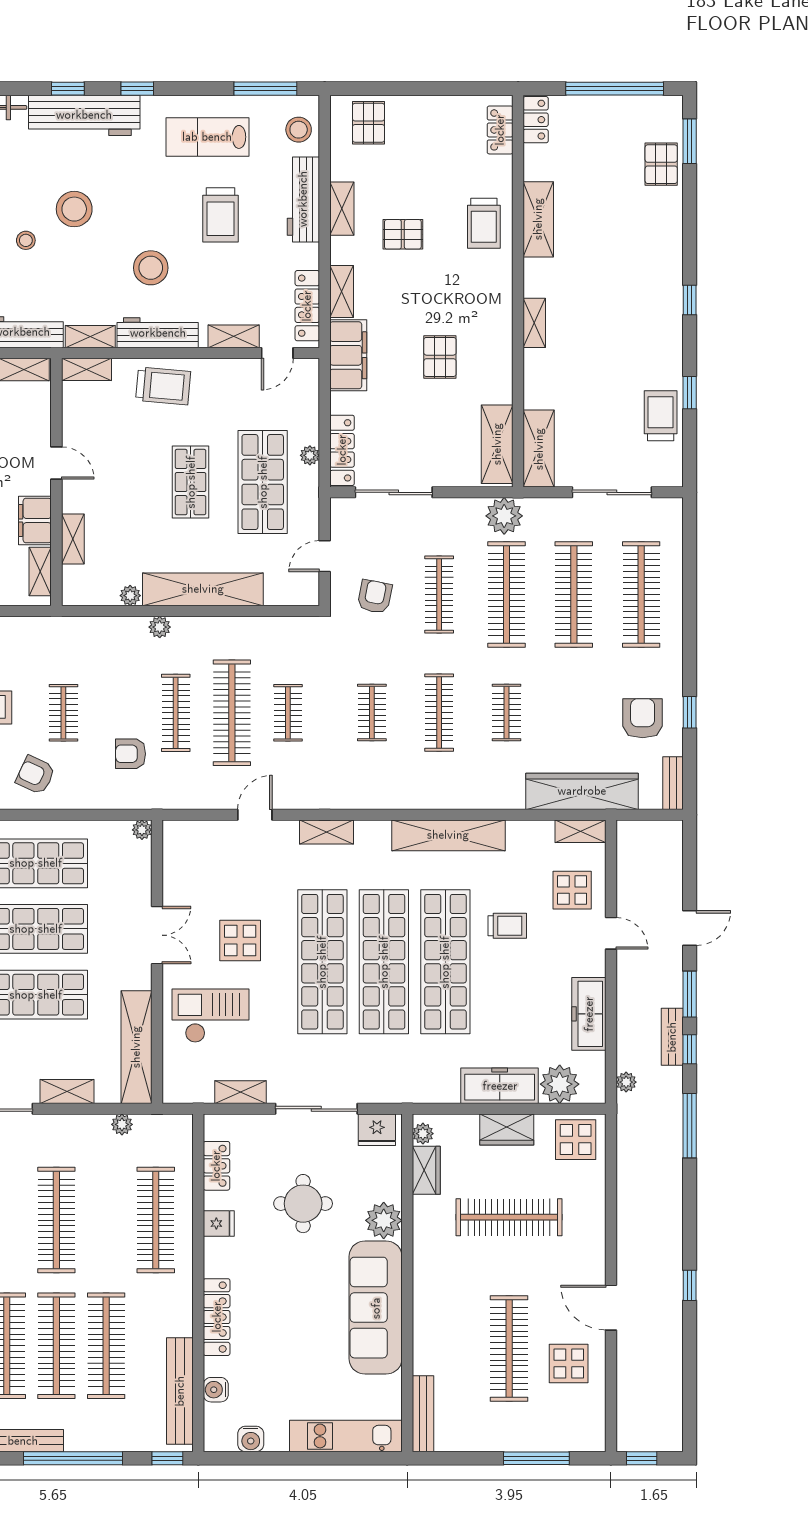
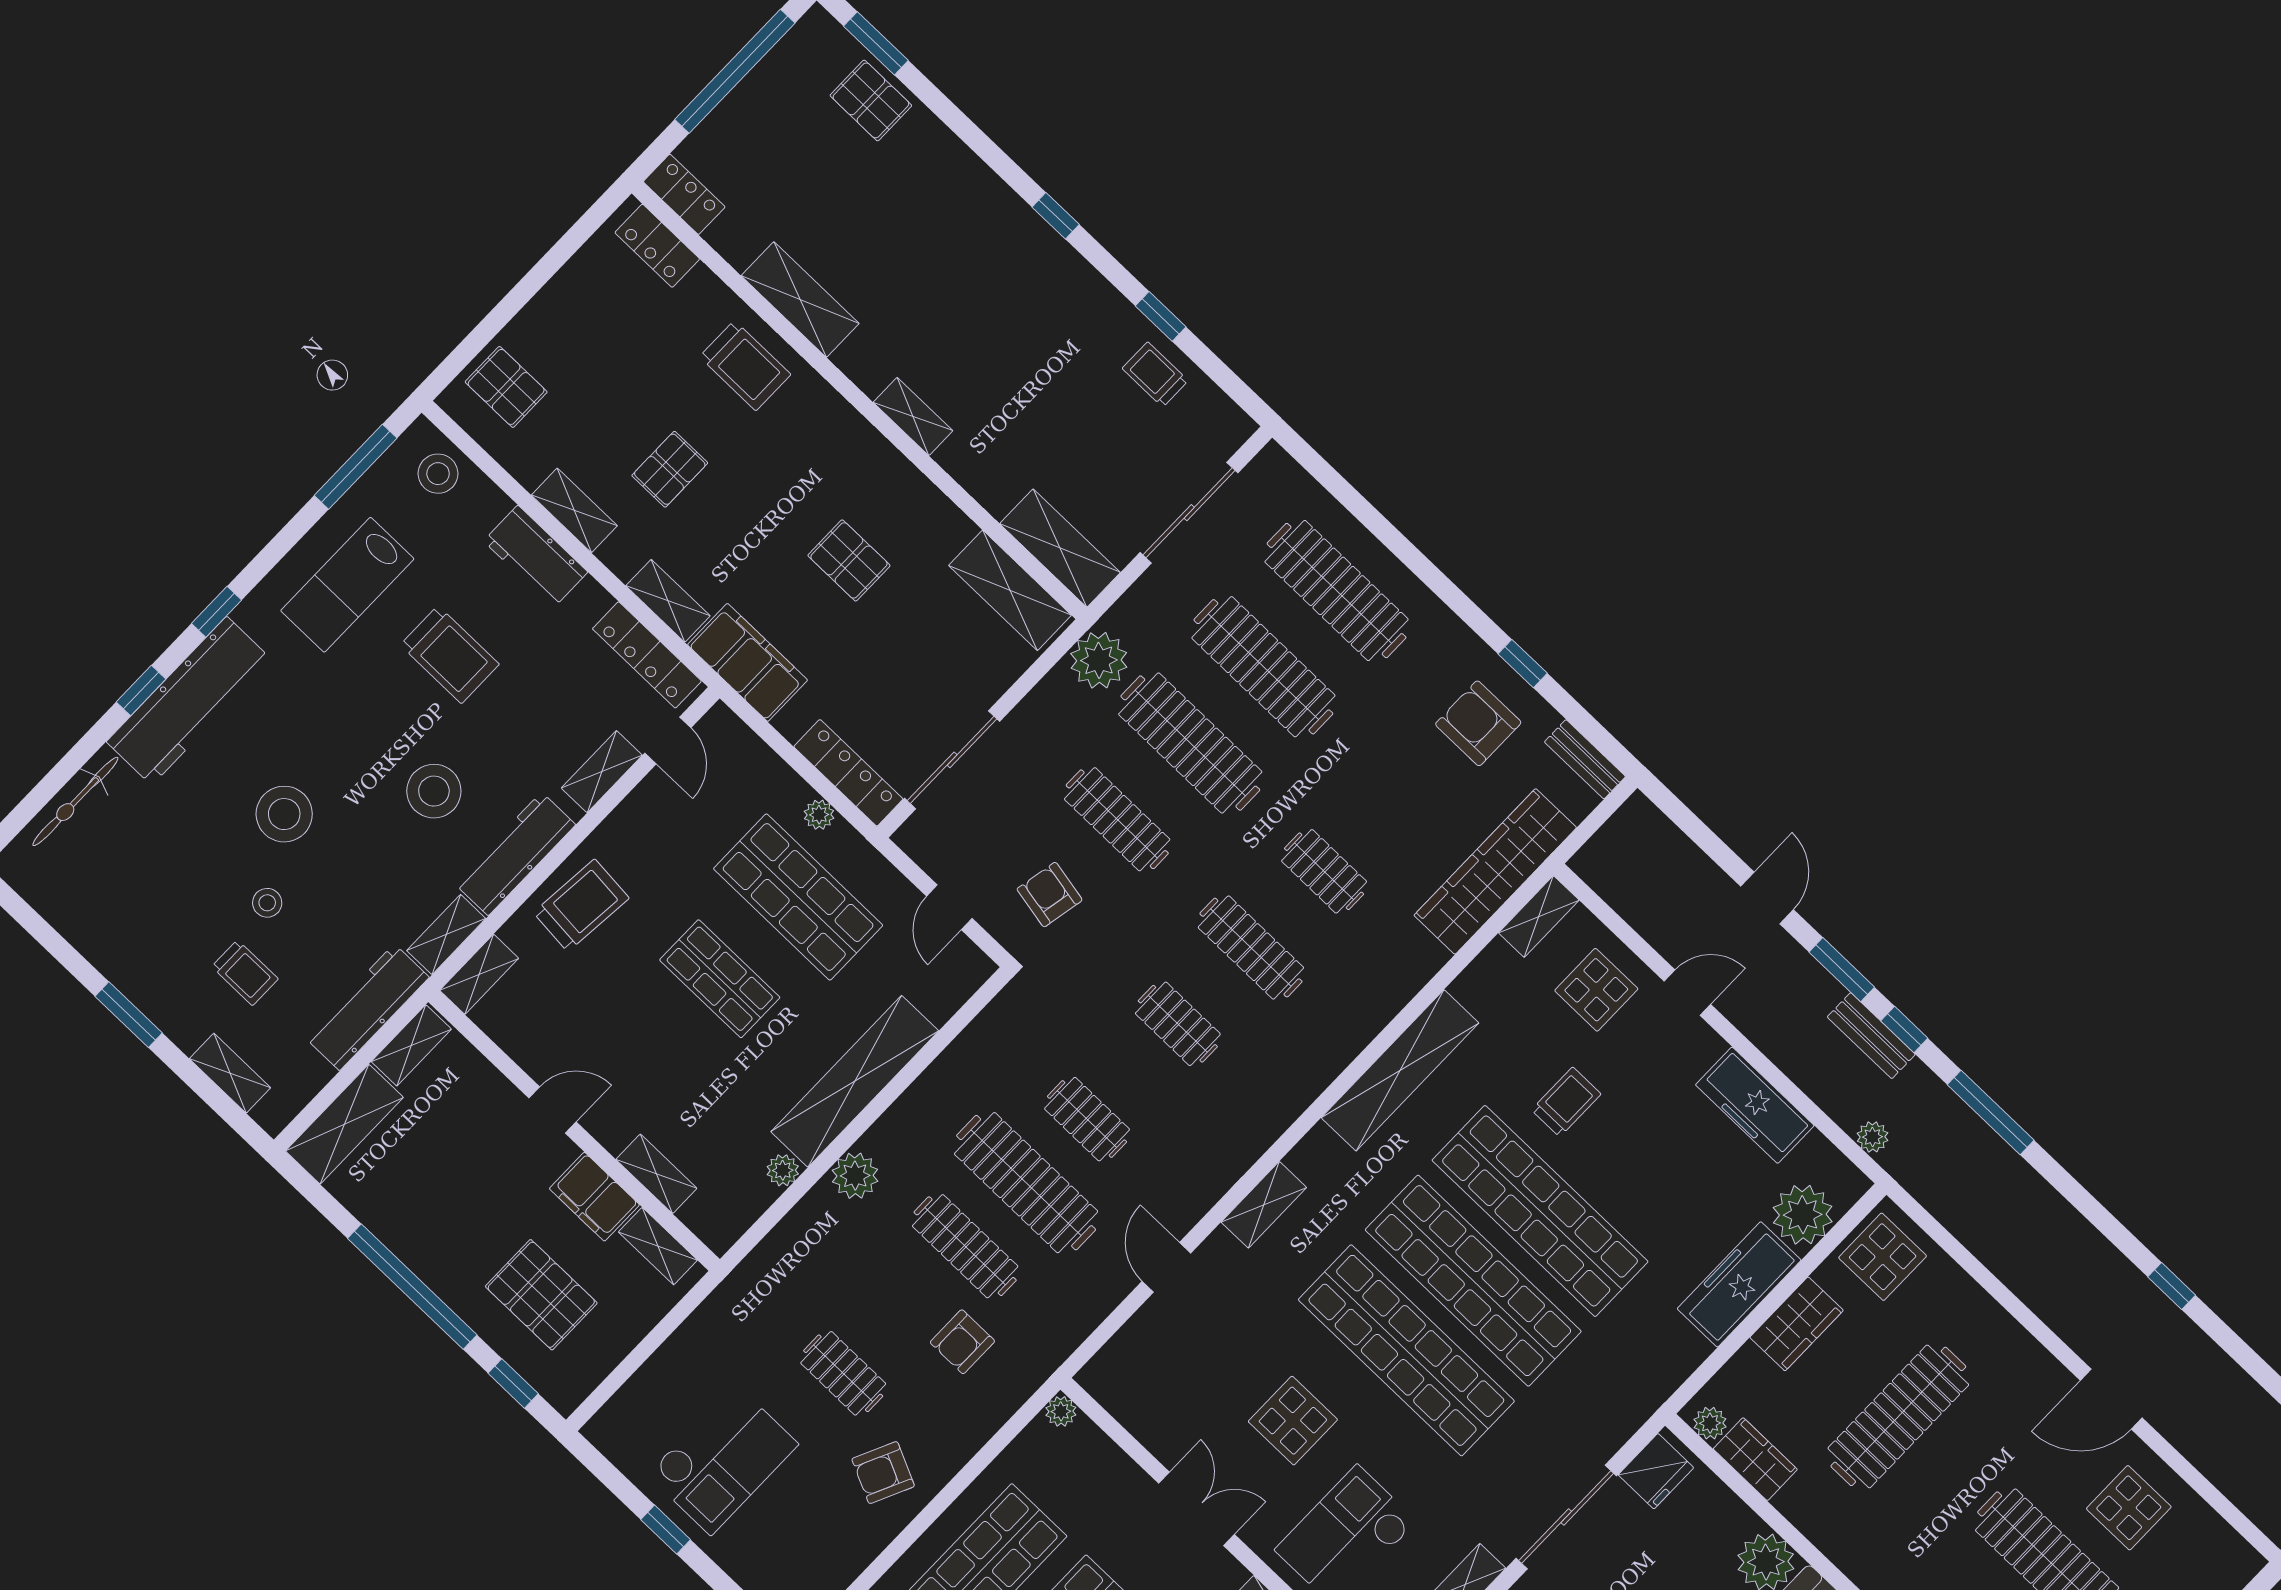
workbench: (303, 199) -> (536, 557), width x0.73
trolley: (661, 416) -> (1155, 374), width x0.73, depth x0.72
plant: (160, 627) -> (855, 1176), width x1.38, depth x1.38

